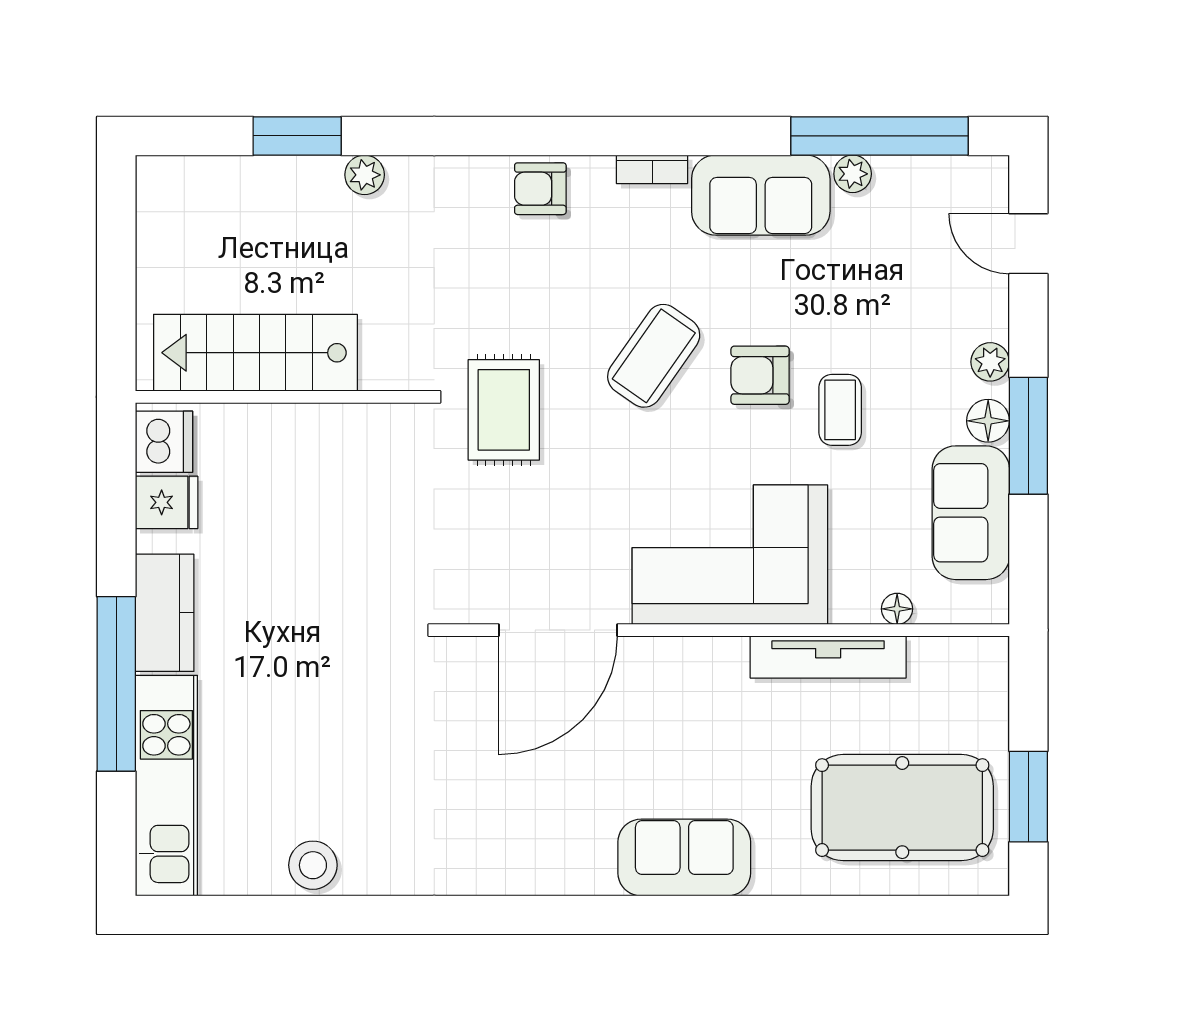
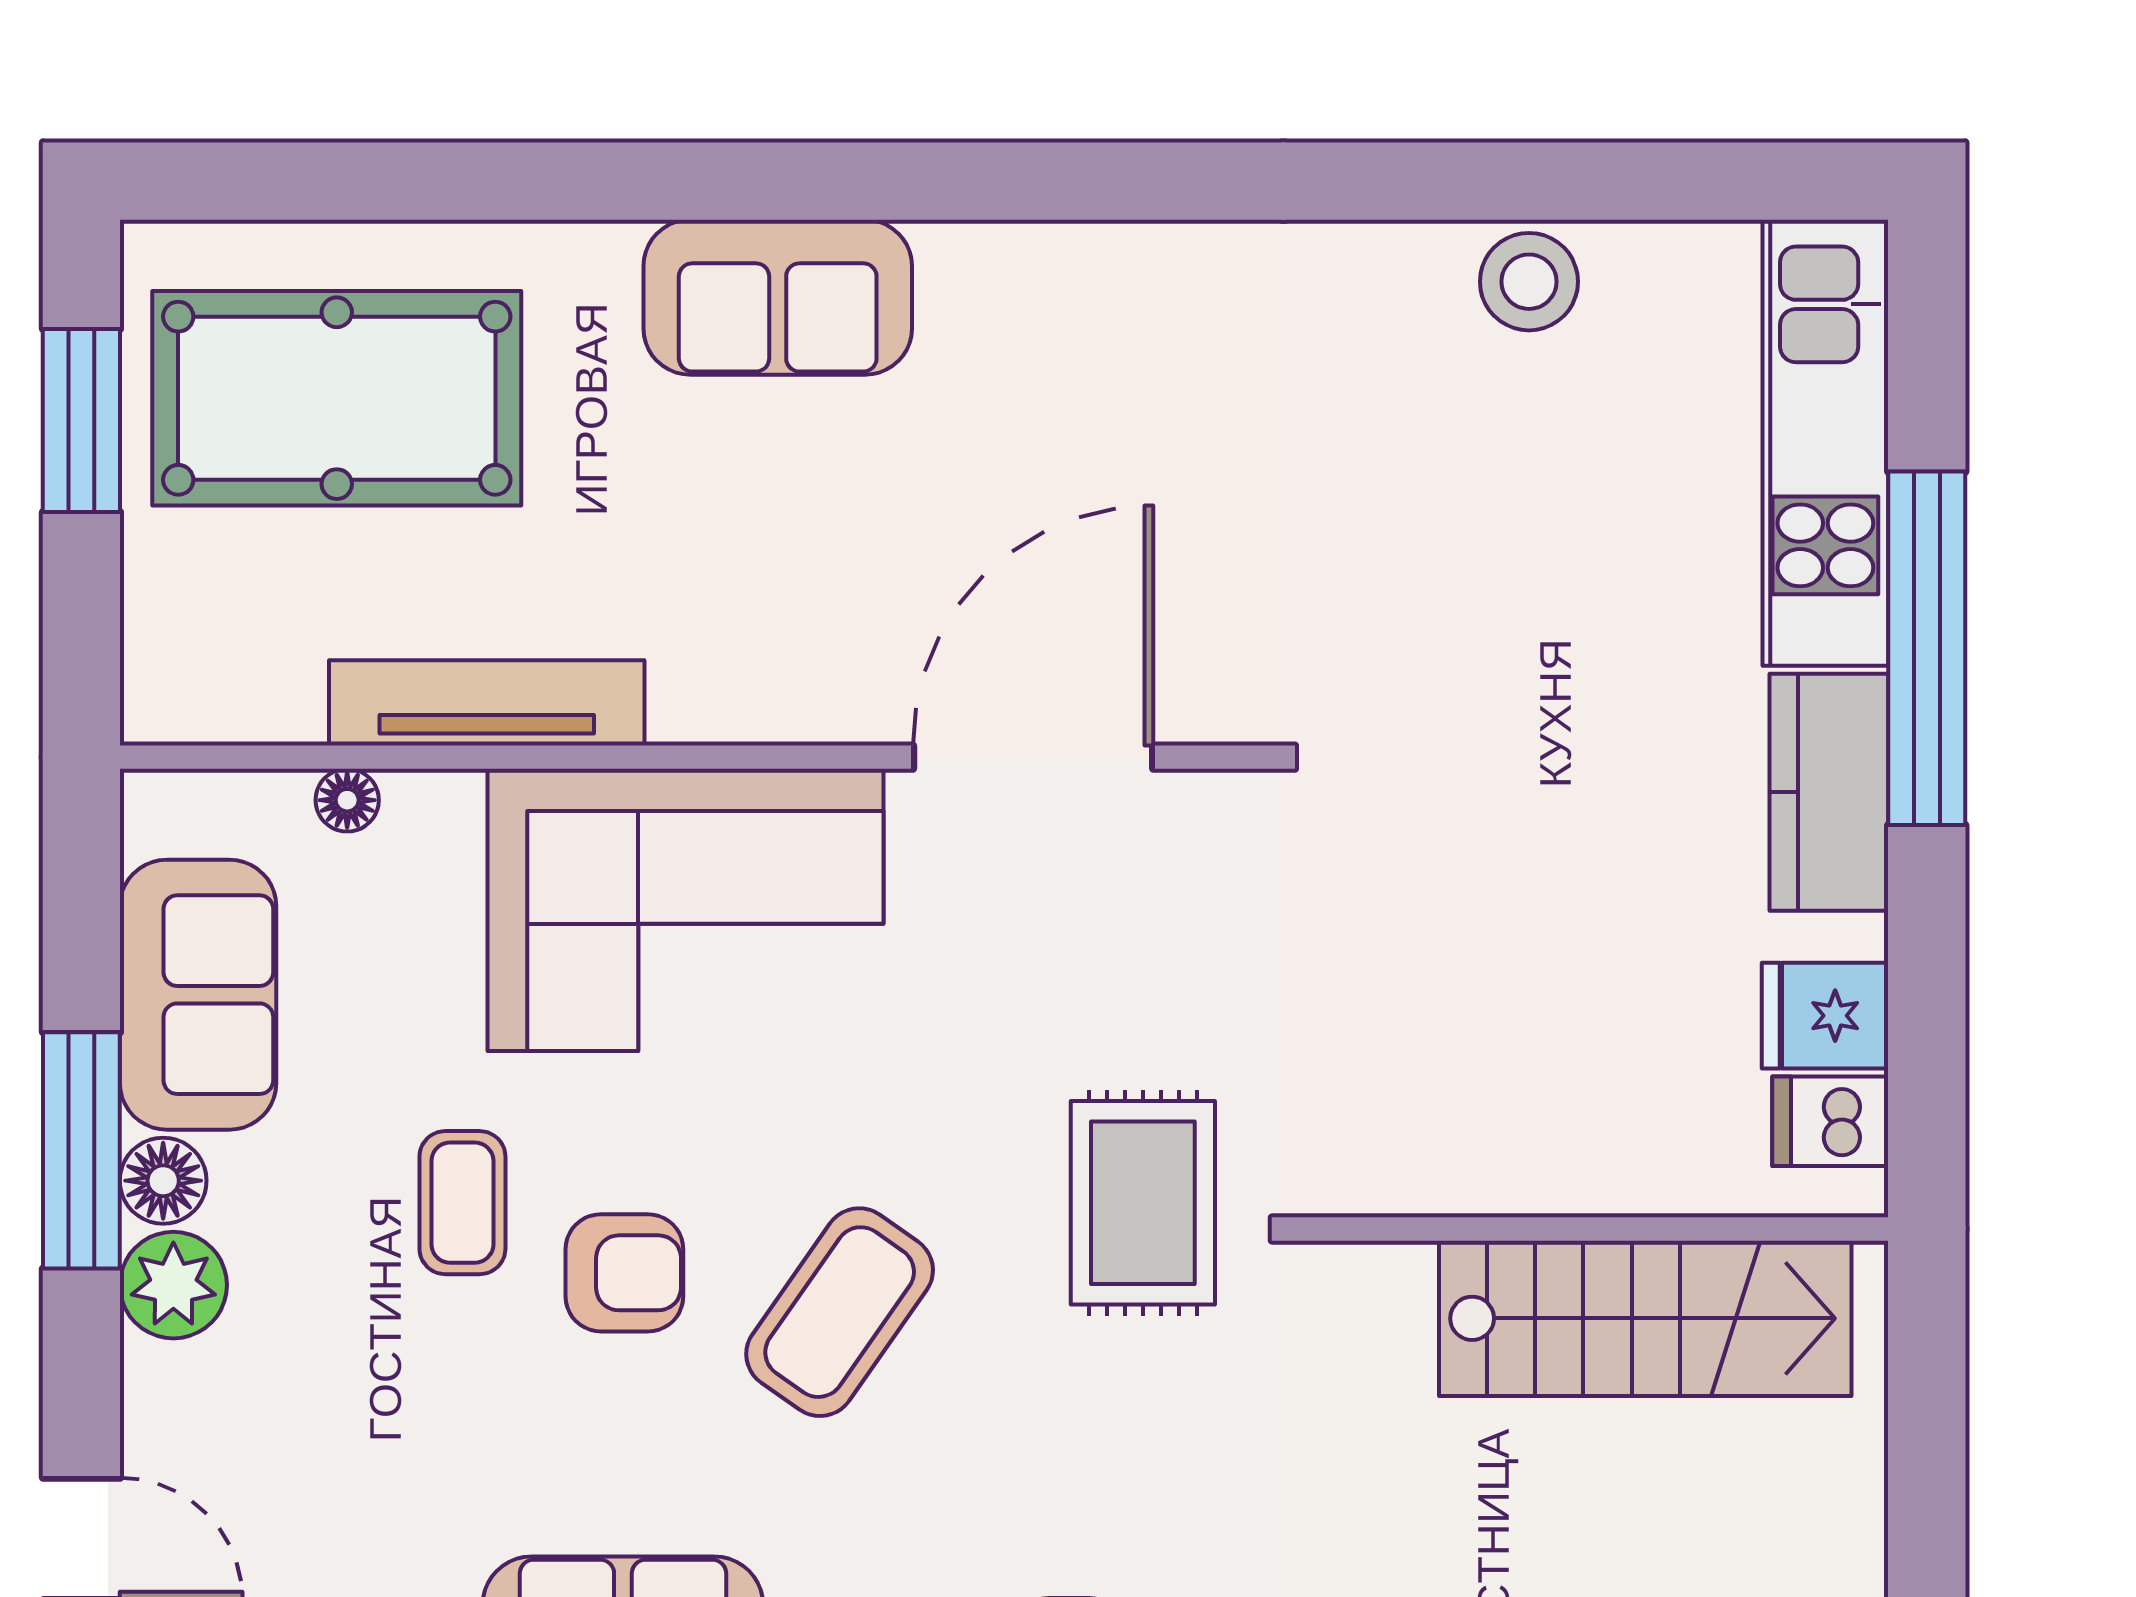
plant: (990, 362) -> (173, 1285), width x1.38, depth x1.38
dishwasher: (164, 442) -> (1830, 1121), width x0.73

